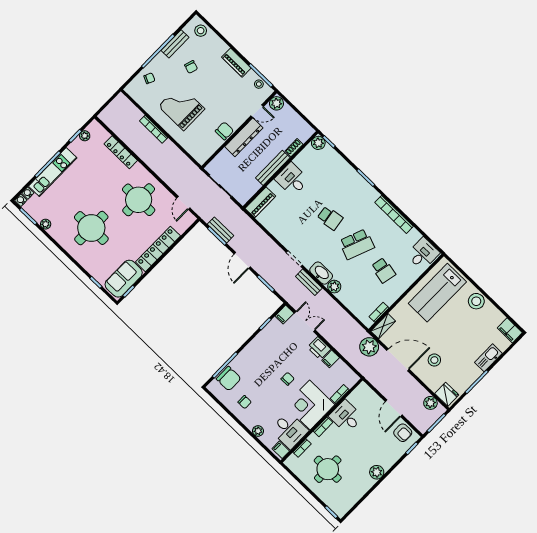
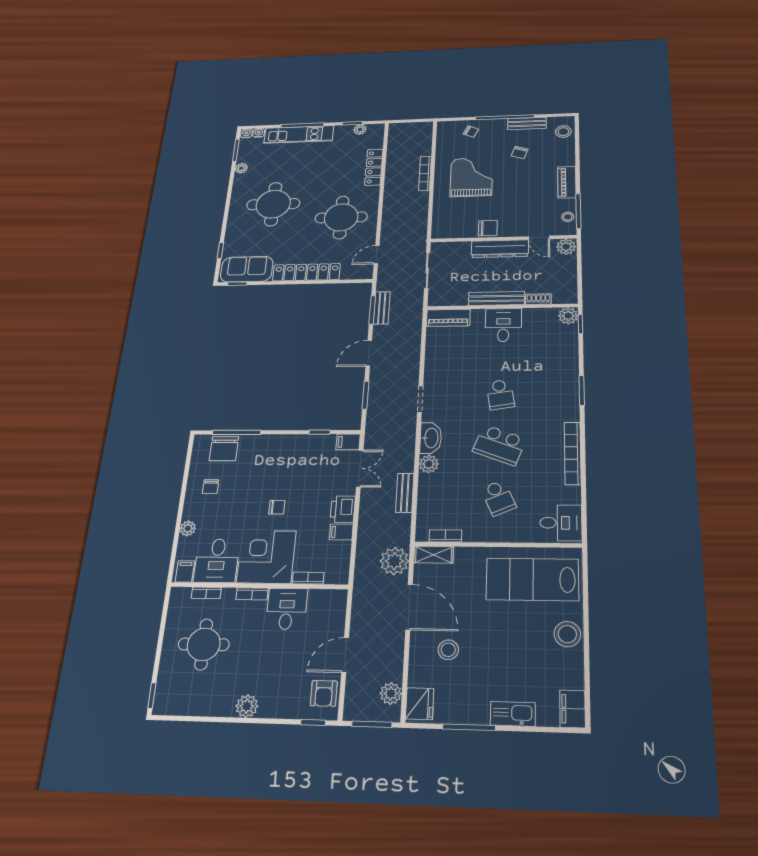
school desk: (383, 270) -> (498, 498), turned -36
bench: (309, 282) -> (405, 493), moved

